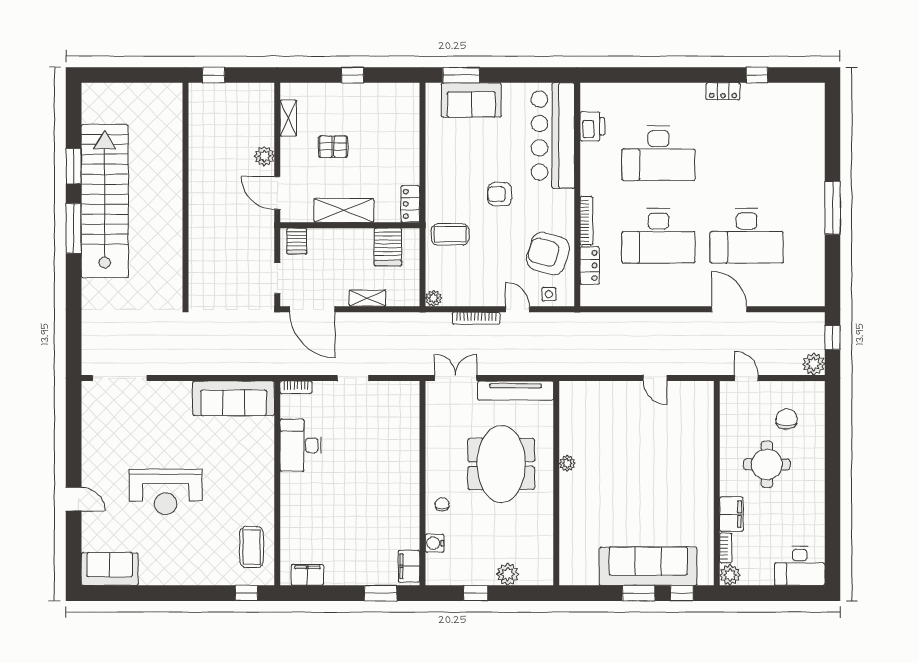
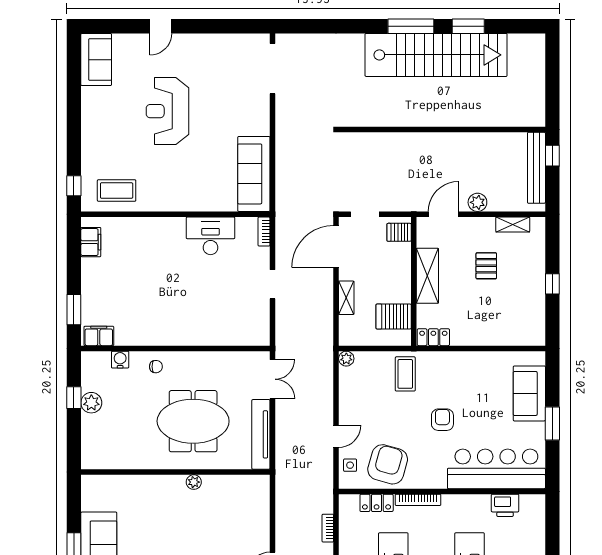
window: (461, 75) -> (552, 424), moved
bench: (227, 92) -> (536, 168), added
bookcase: (476, 318) -> (328, 528), moved, width x0.64
plant: (508, 574) -> (91, 403), moved

